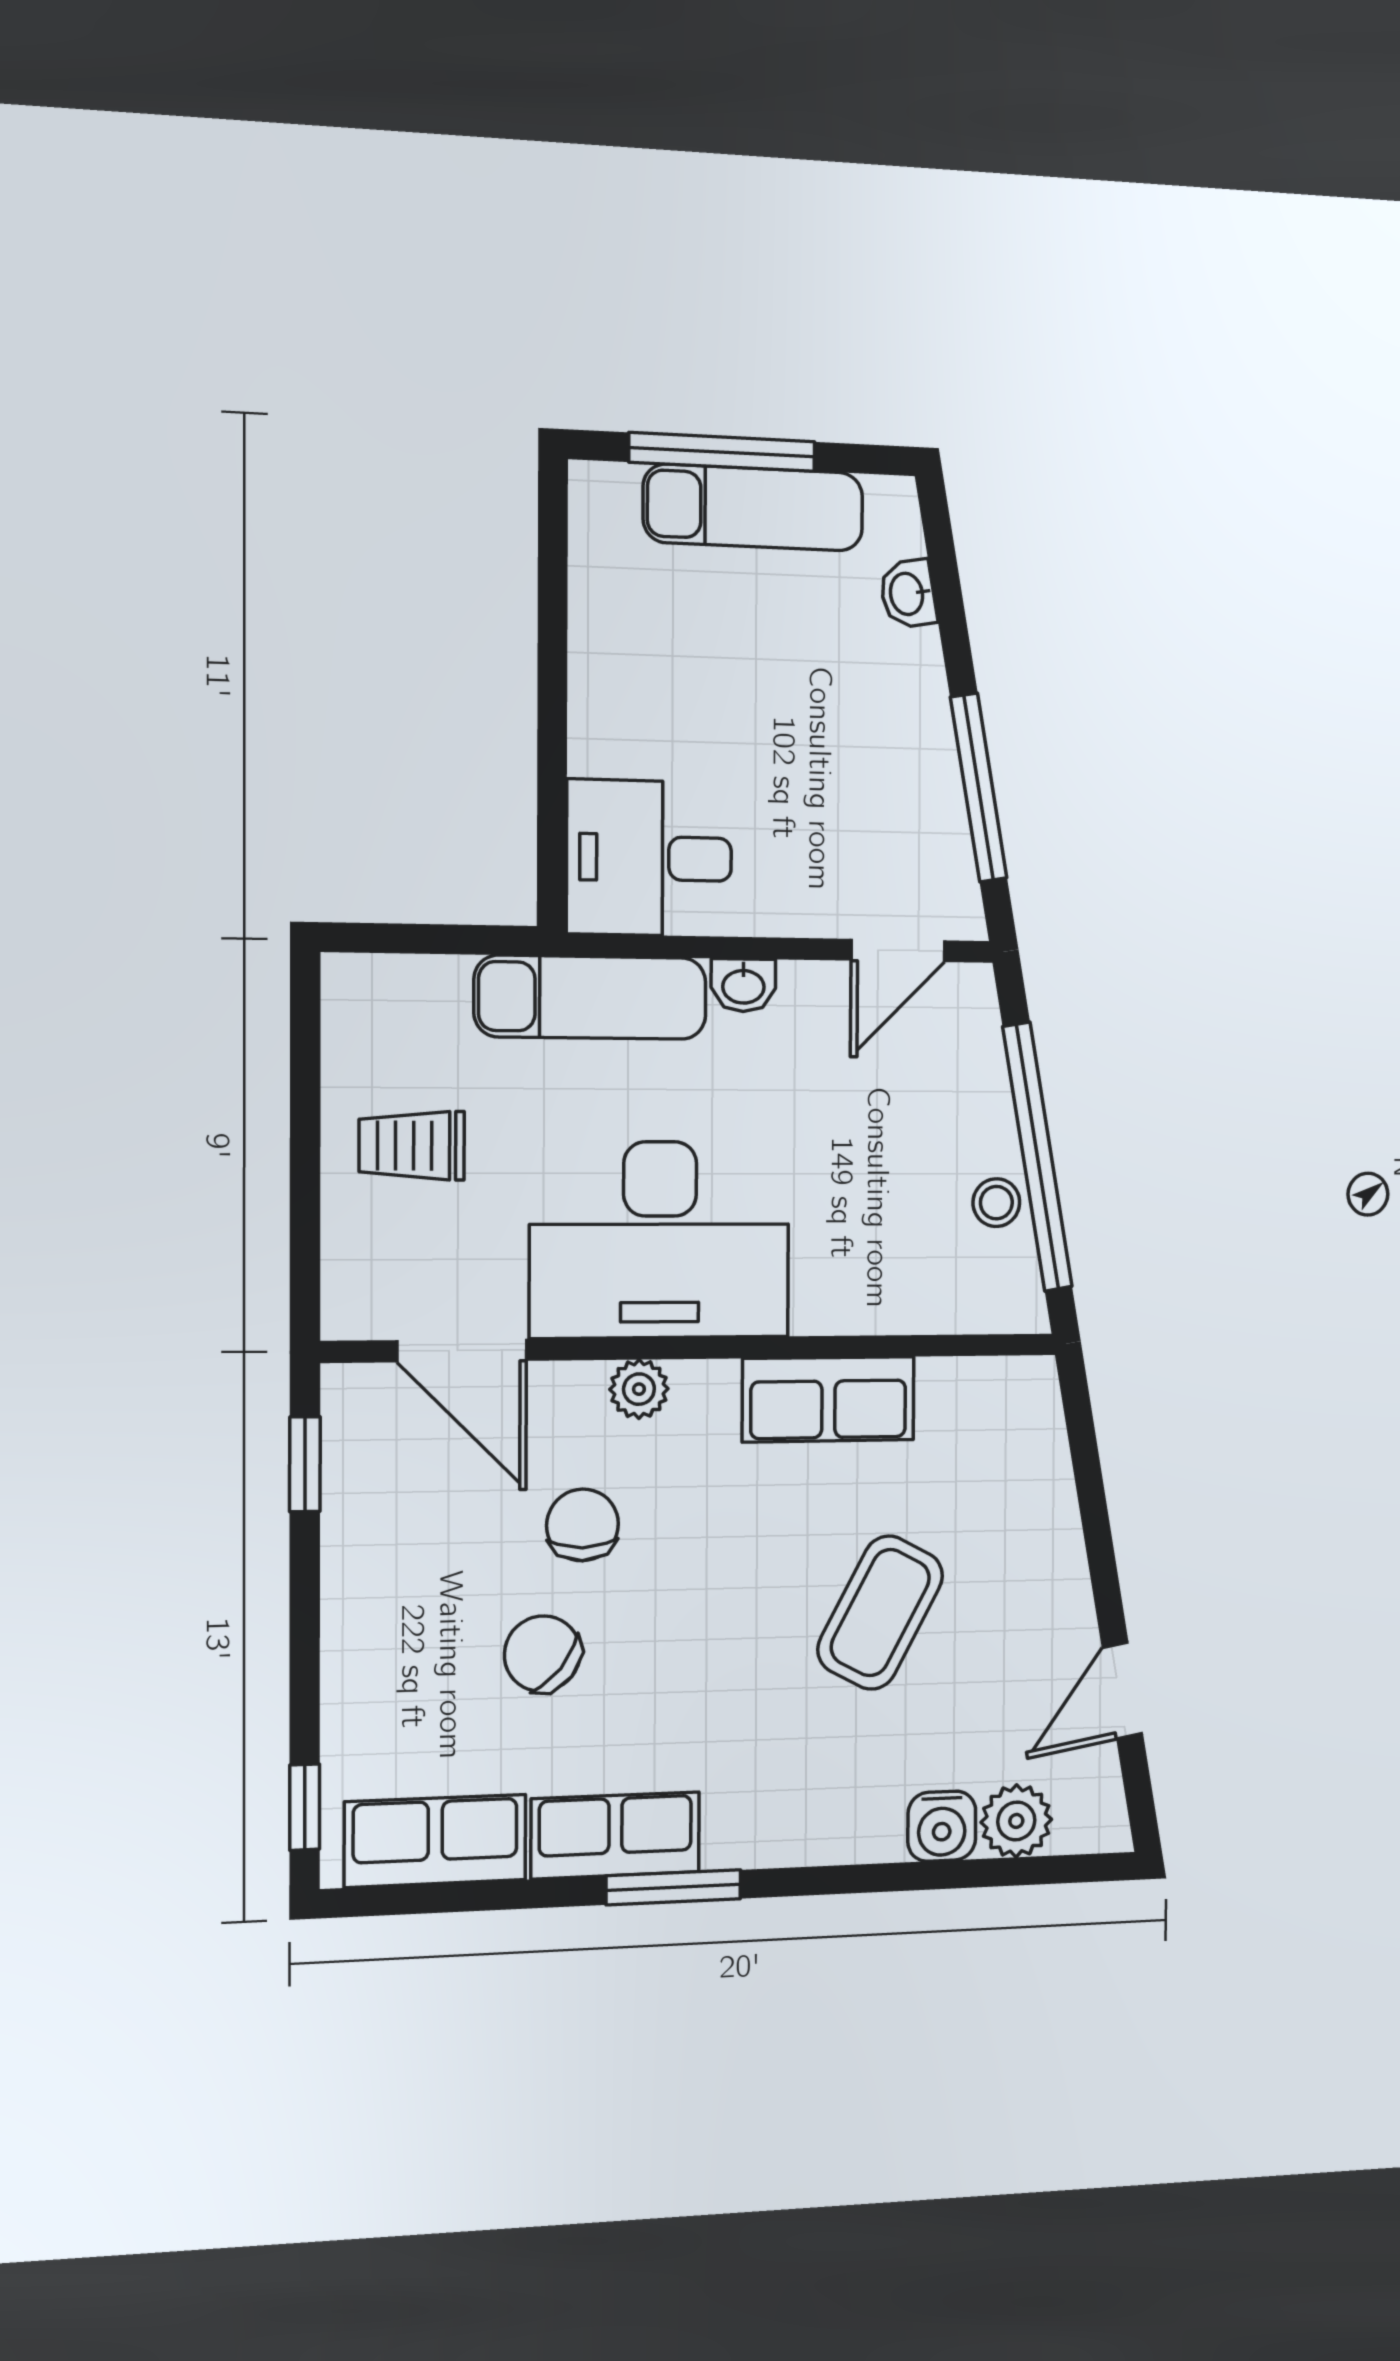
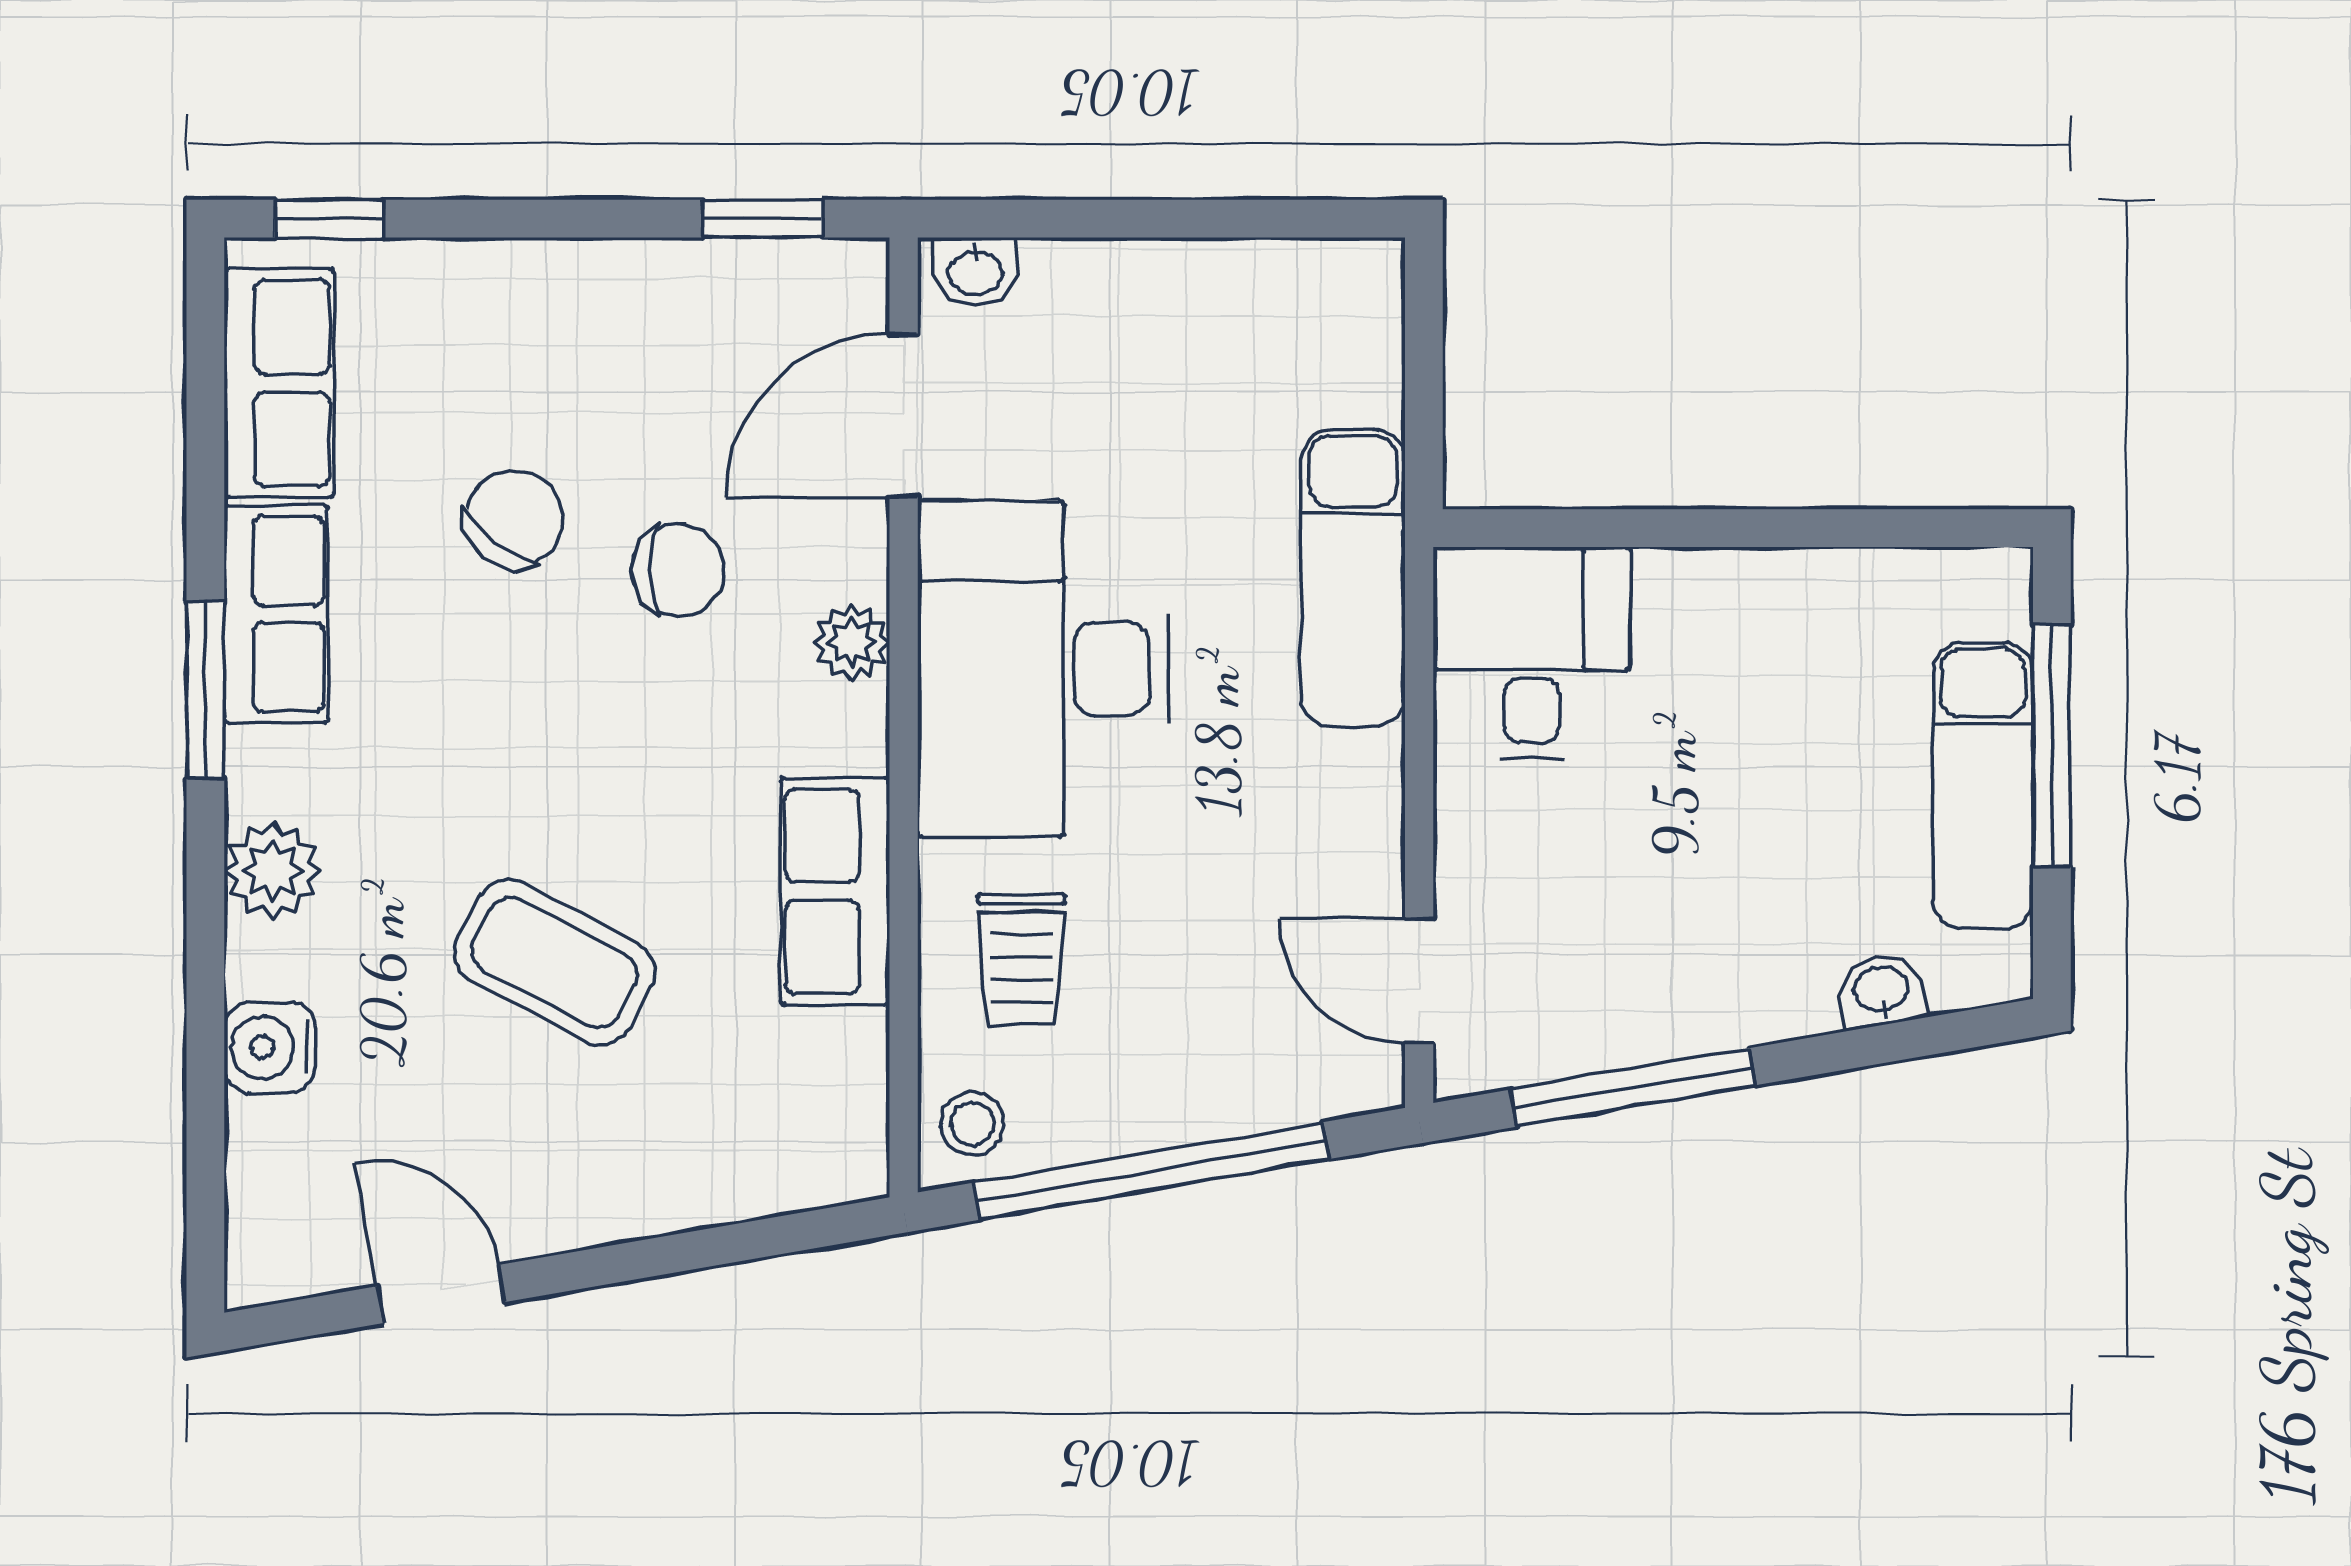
washbasin: (743, 985) -> (975, 271), moved, turned -90
trolley: (412, 1146) -> (1021, 959), moved, turned 180
stool: (996, 1203) -> (972, 1124), moved
plant: (1016, 1821) -> (272, 871), moved

